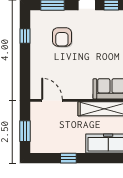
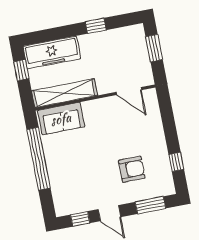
armchair: (62, 37) -> (132, 169), turned 90

